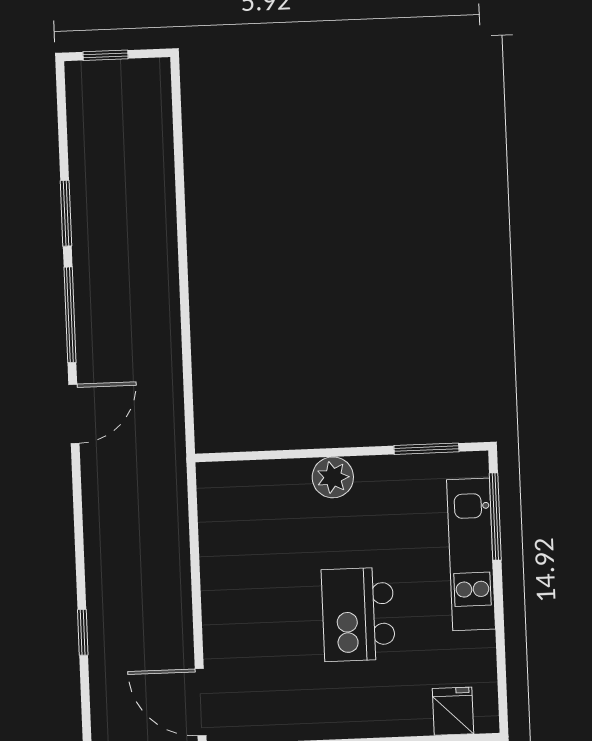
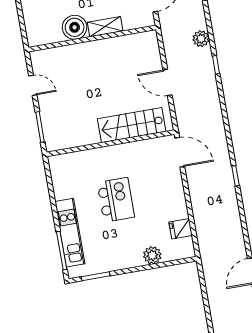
plant: (333, 477) -> (152, 255), moved
fridge: (453, 711) -> (181, 229), moved, turned 90

